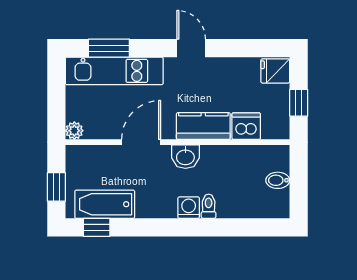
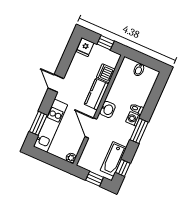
door: (191, 48) -> (56, 83), hinge flipped
window: (172, 227) -> (139, 131), added

